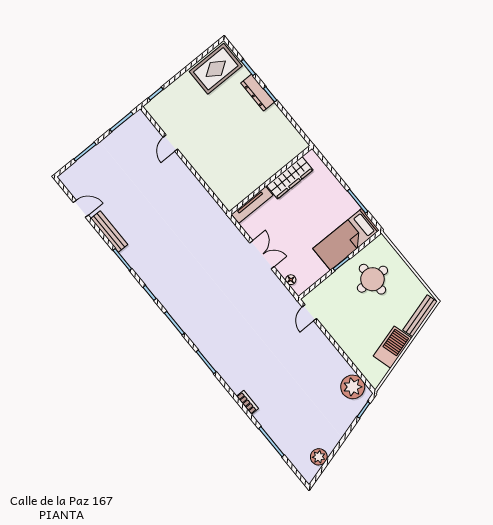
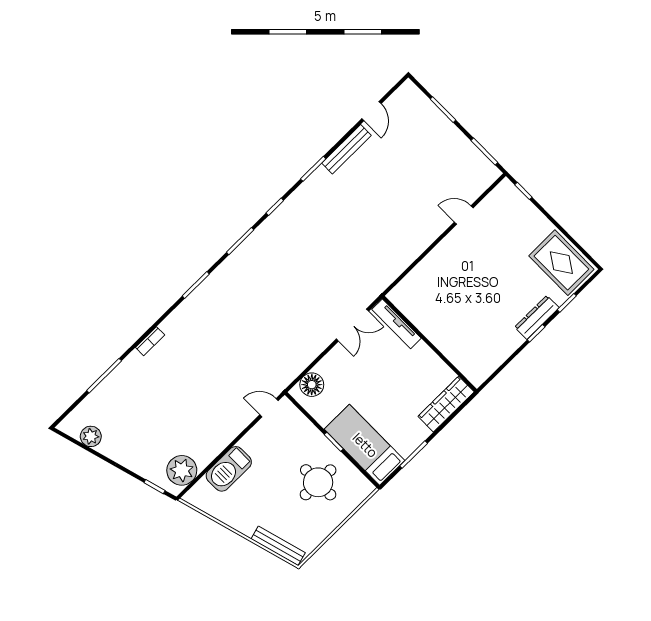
wardrobe: (290, 178) -> (446, 404), moved, turned 90
double door: (262, 255) -> (352, 325), moved
floor lamp: (291, 280) -> (312, 385), width x1.89, depth x1.89
barbecue: (393, 347) -> (229, 469), moved, turned 106

